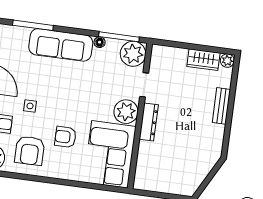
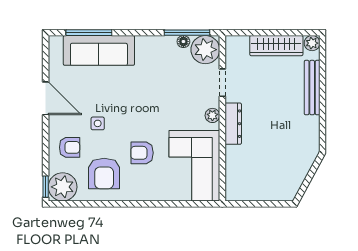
floor lamp: (100, 42) -> (183, 42), moved
sofa: (61, 45) -> (99, 50), moved
wardrobe: (203, 60) -> (276, 46), width x1.50
bench: (221, 106) -> (312, 88), width x1.36
plant: (126, 112) -> (212, 115), width x0.53, depth x0.53

